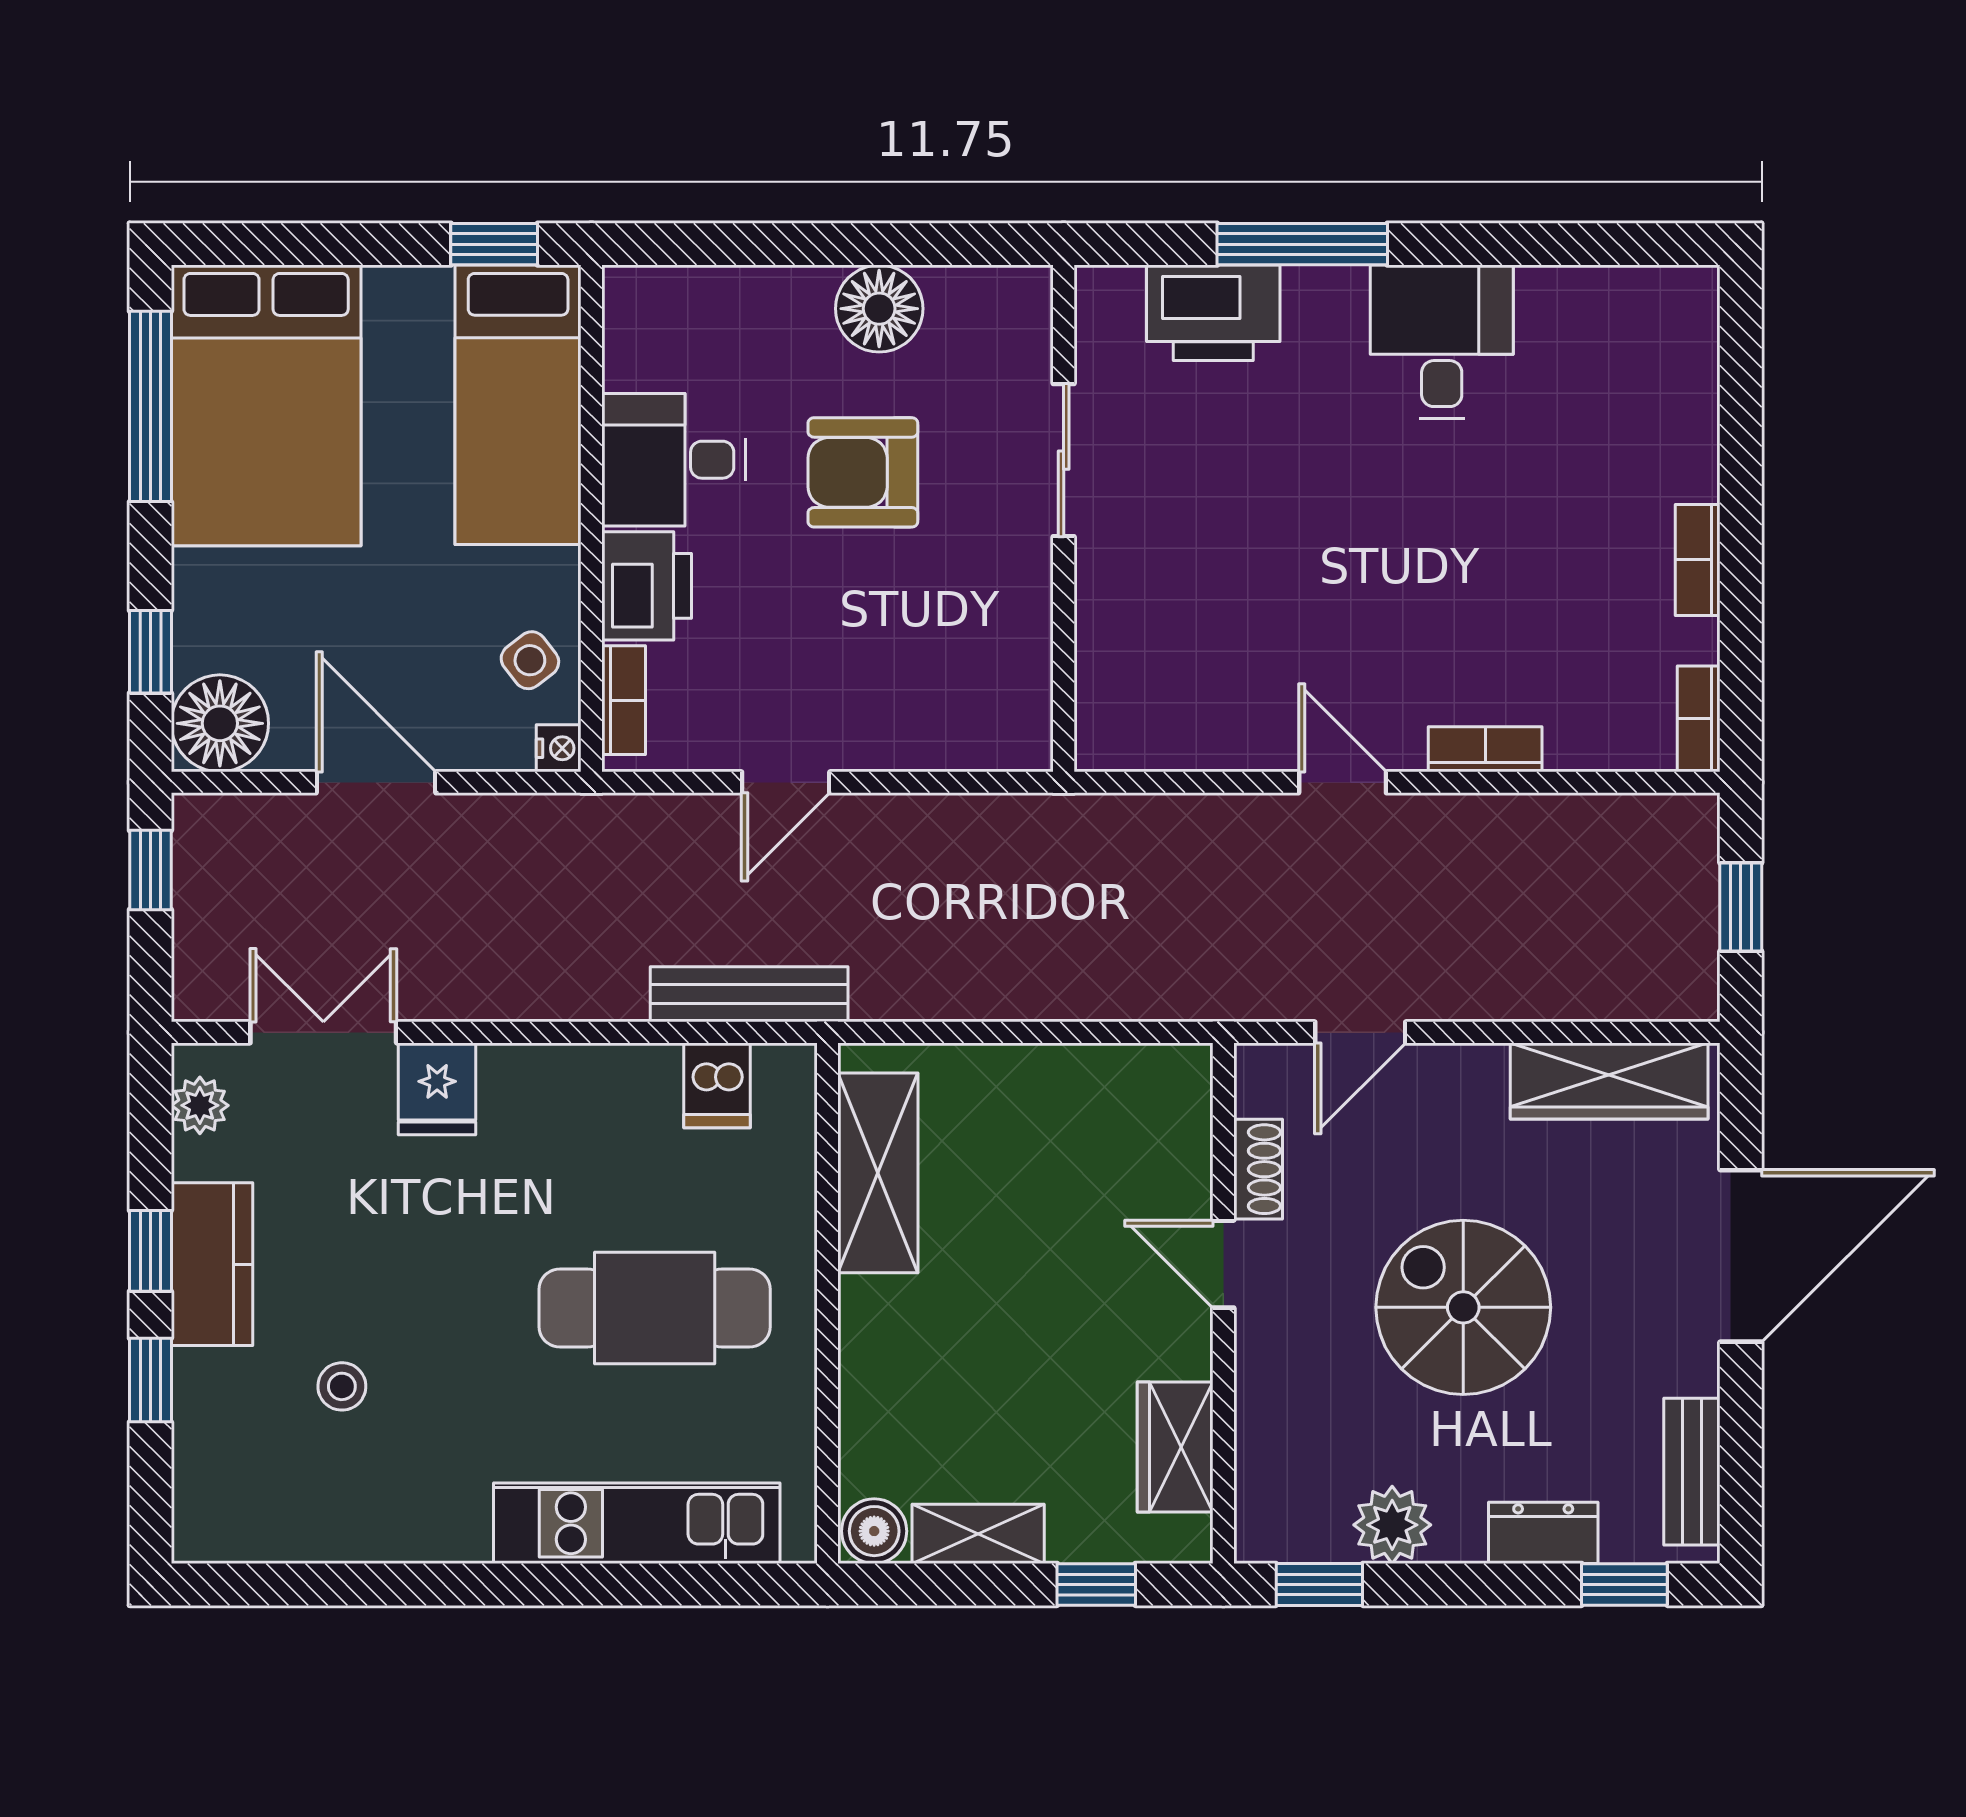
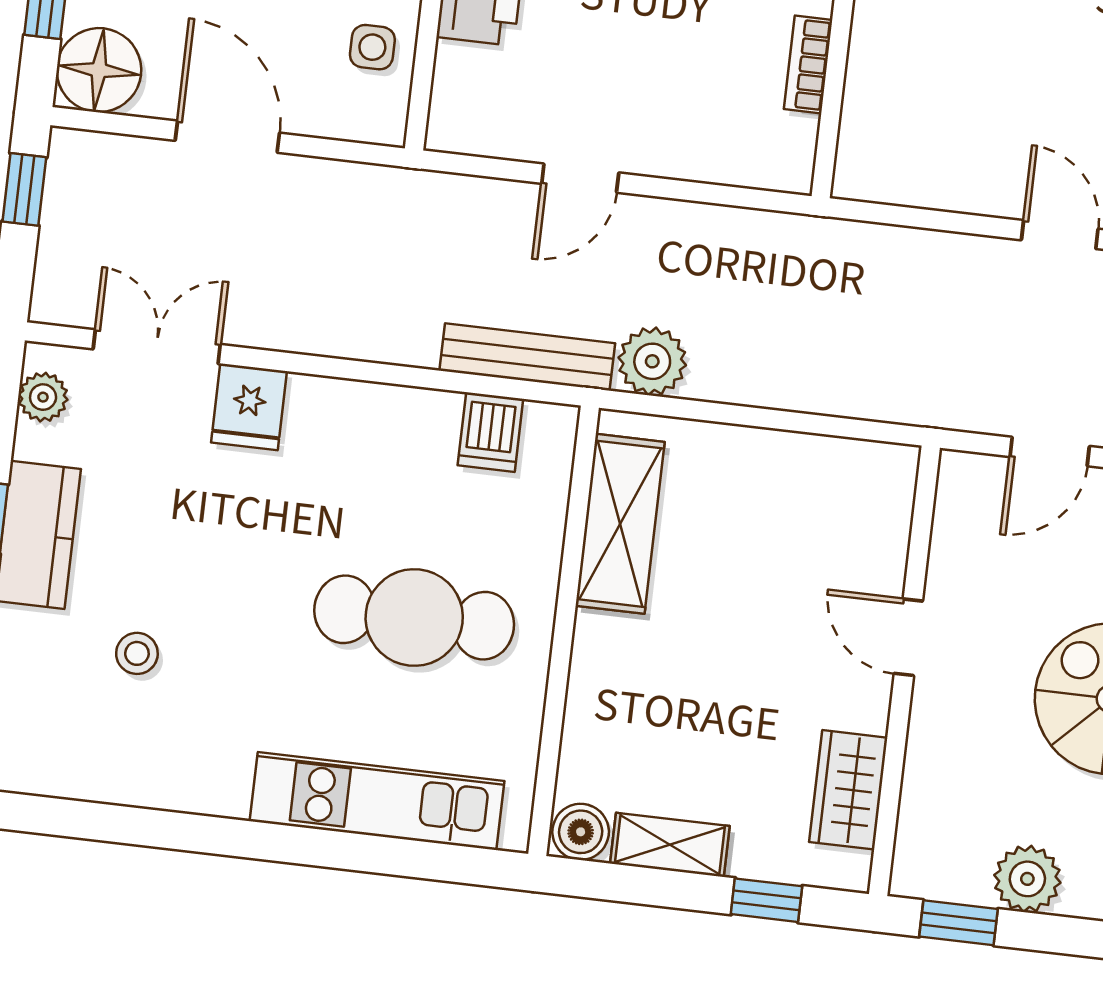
side table: (530, 660) -> (372, 47), turned 38
bookcase: (624, 700) -> (808, 64), moved, turned 180
nightstand: (559, 748) -> (388, 126), removed
plant: (893, 982) -> (652, 361), added
shoe rack: (1258, 1169) -> (948, 559), removed

